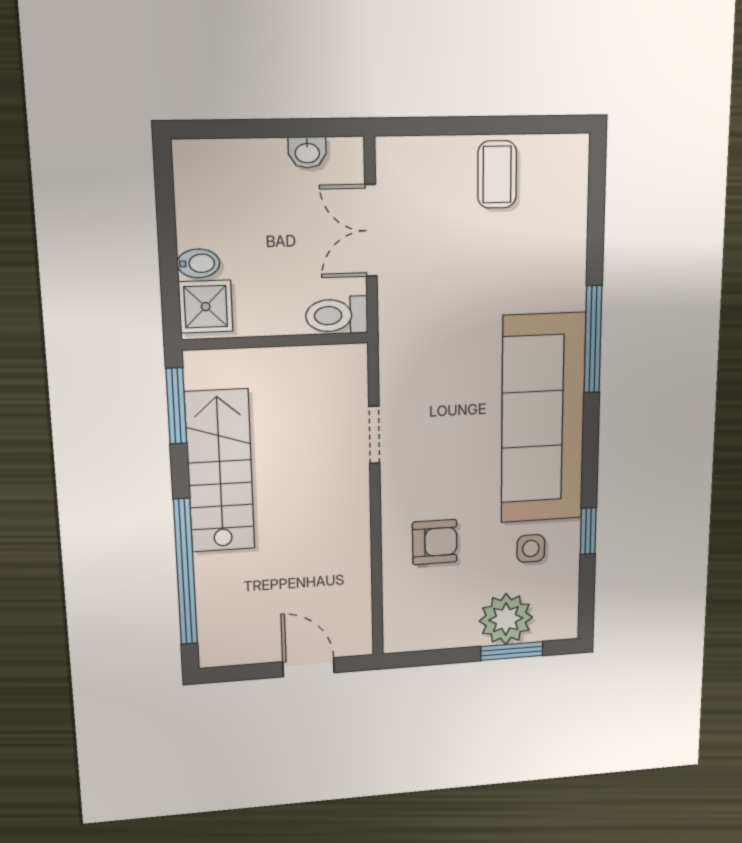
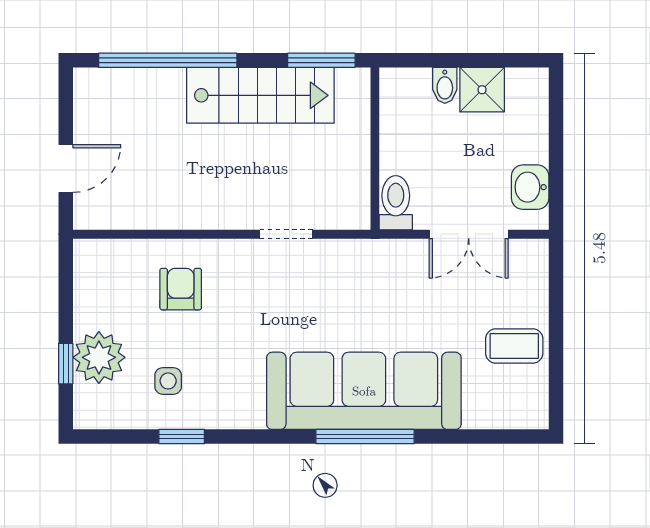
washbasin: (307, 152) -> (530, 187), width x1.38, depth x1.45
double door: (371, 231) -> (469, 234), swing flipped
shower: (206, 307) -> (482, 90), moved
sofa: (543, 419) -> (364, 391), moved
armchair: (435, 542) -> (181, 289), turned 180
window: (512, 651) -> (66, 364), width x0.67

